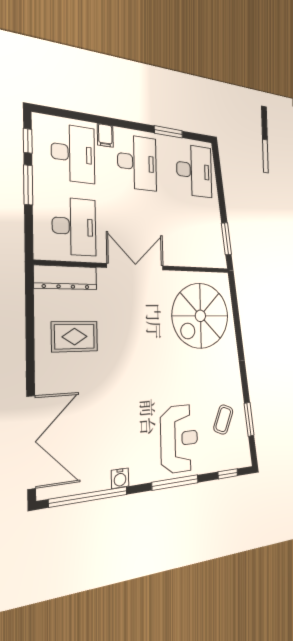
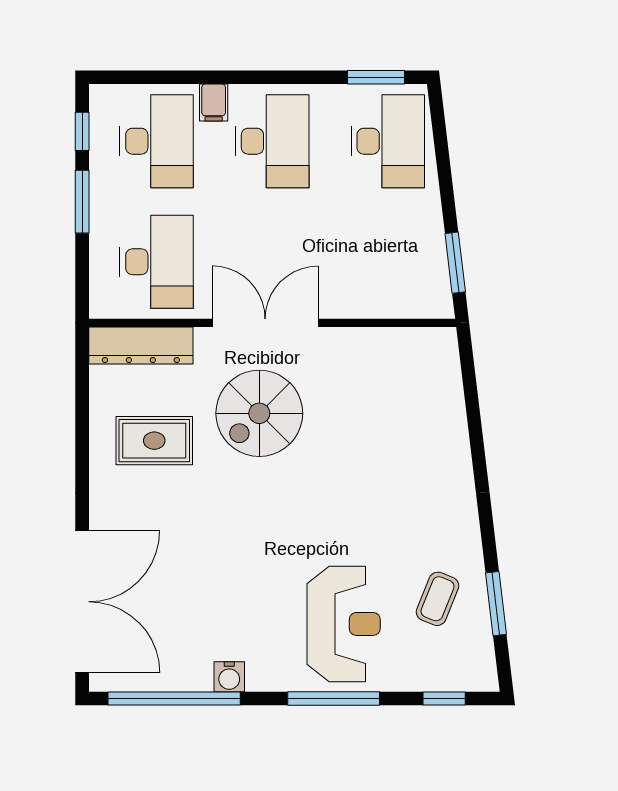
window: (168, 132) -> (376, 77), moved
spiral stairs: (200, 316) -> (259, 413), moved, width x0.73, depth x0.73

